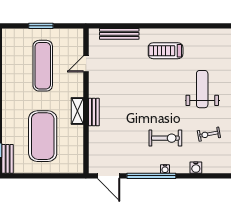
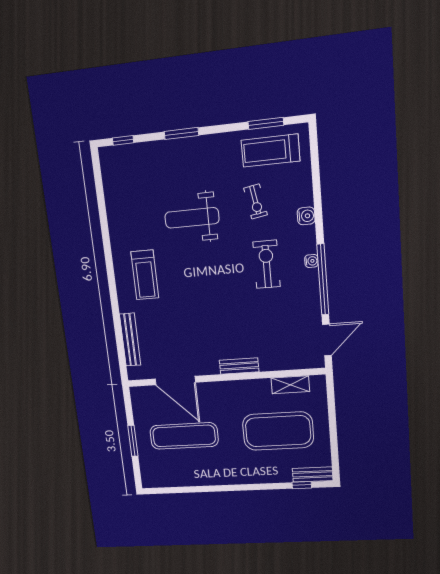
door: (86, 64) -> (175, 381), width x1.88
shelving: (77, 111) -> (290, 385), moved

